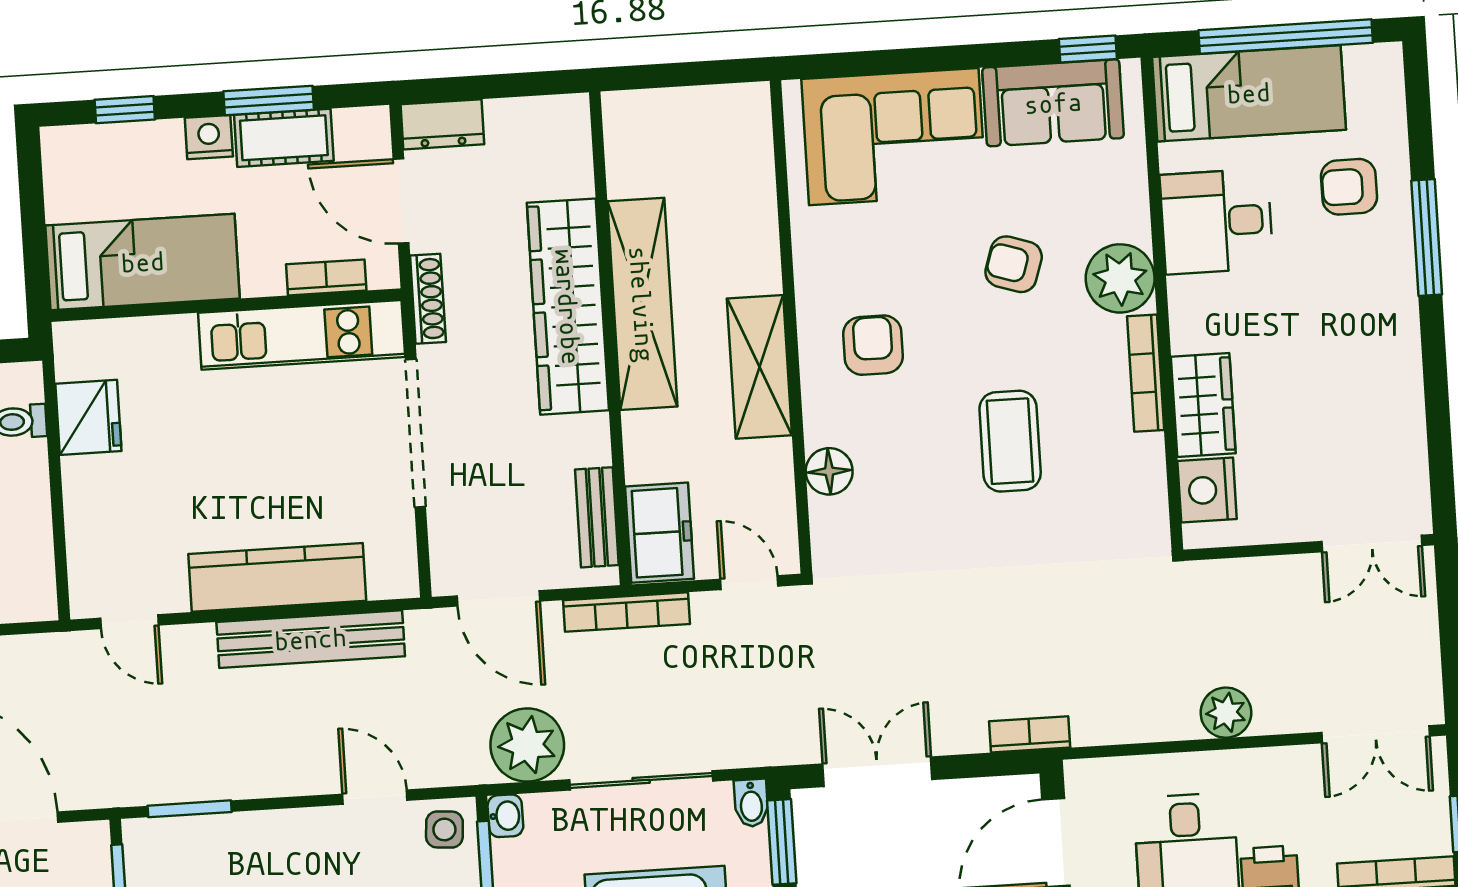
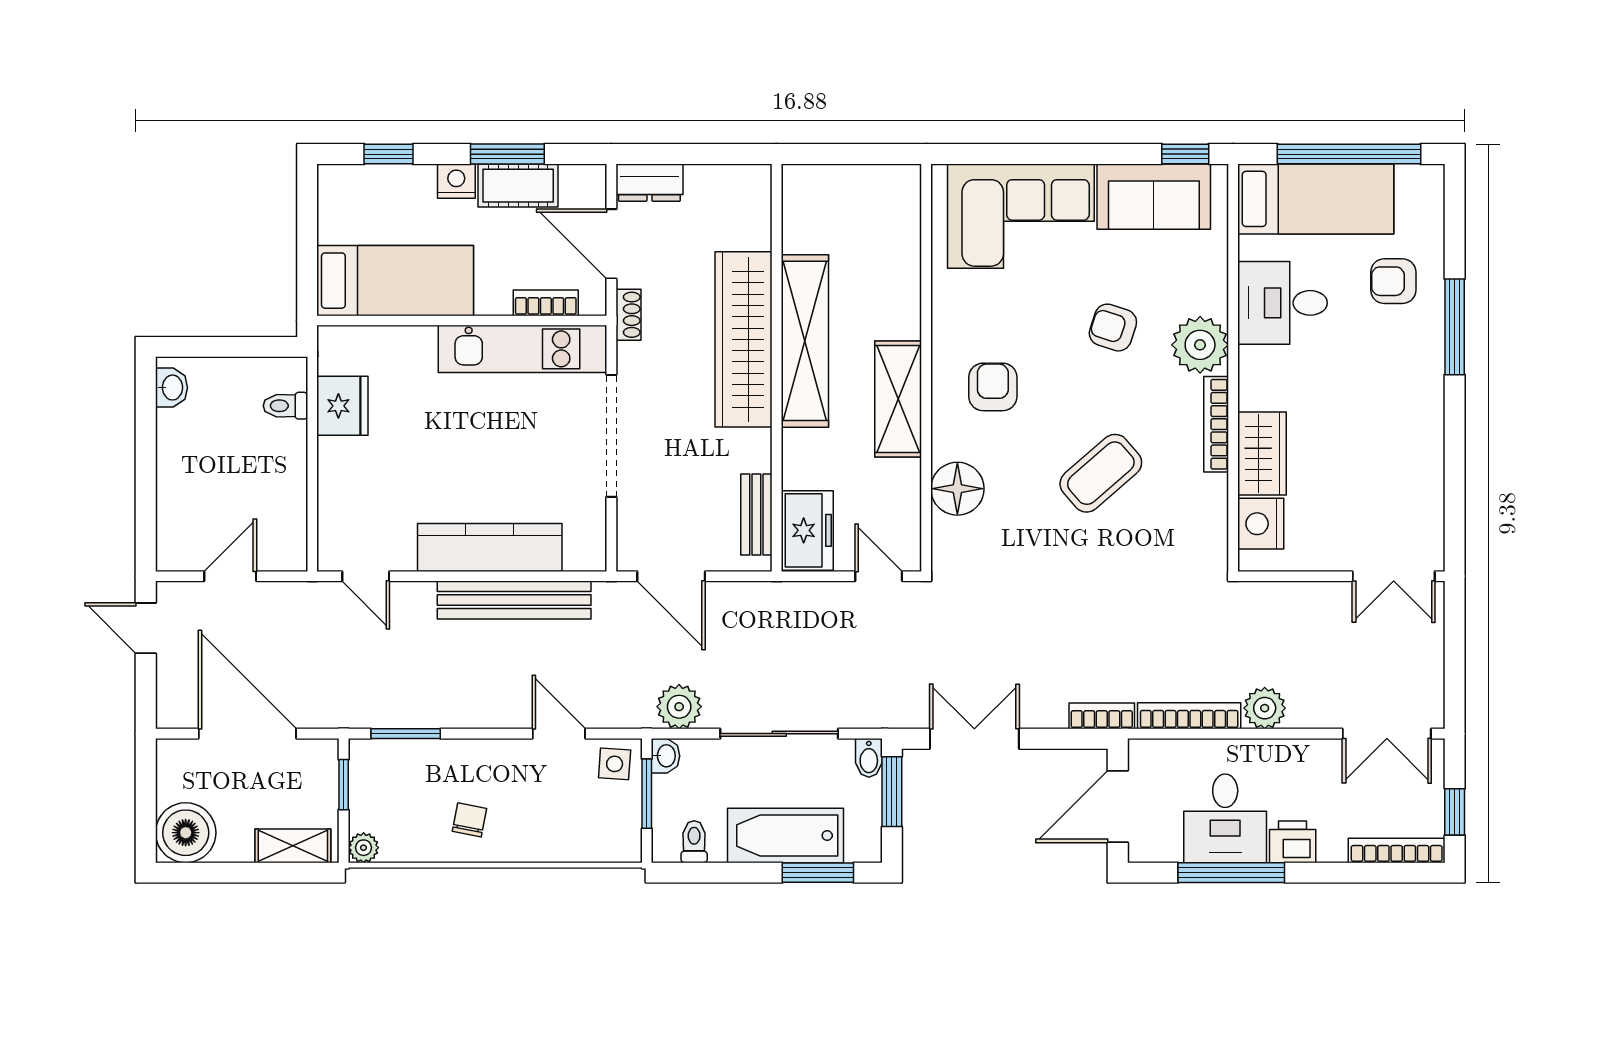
shoe rack: (428, 299) -> (628, 315), width x0.70
coffee table: (1010, 441) -> (1101, 473), turned 49
floor lamp: (829, 471) -> (957, 489), width x1.38, depth x1.38
bookcase: (626, 612) -> (1189, 716), moved, turned 180
plant: (527, 745) -> (679, 707), width x0.73, depth x0.73

